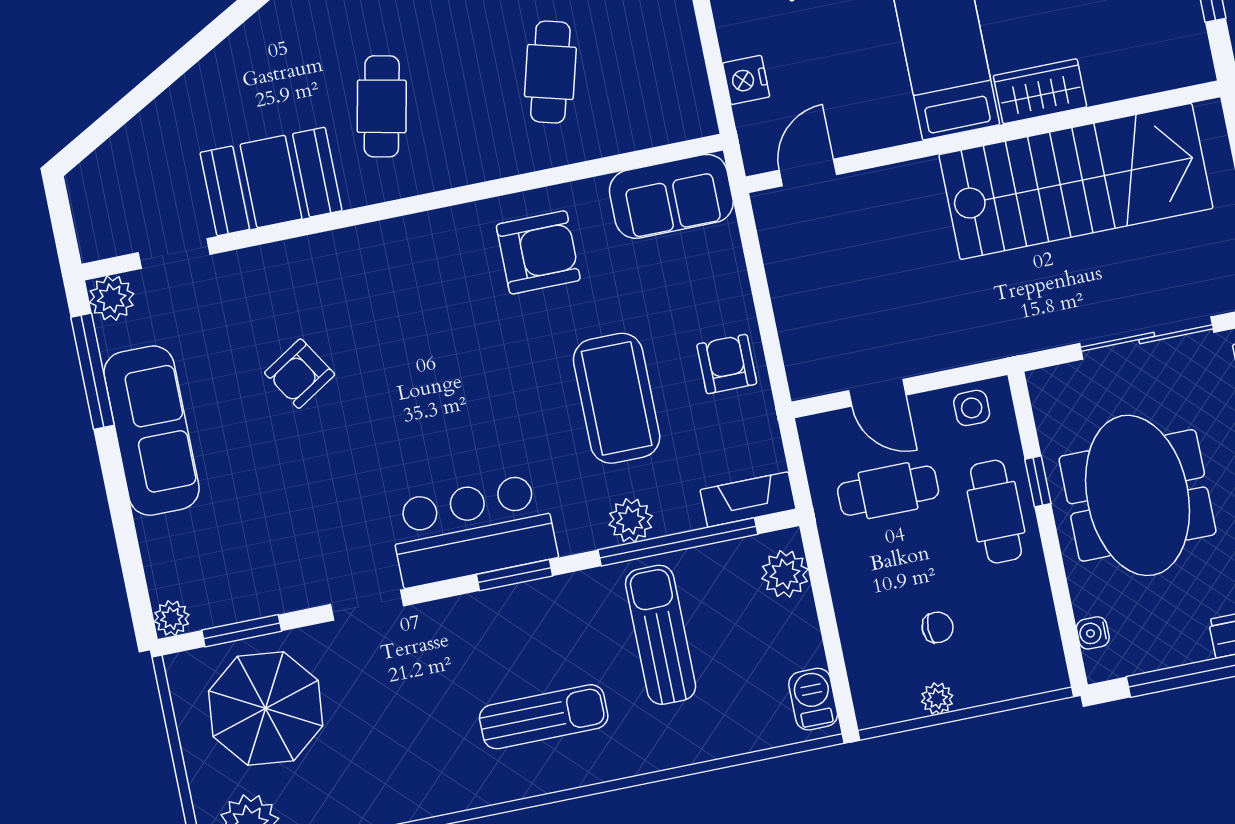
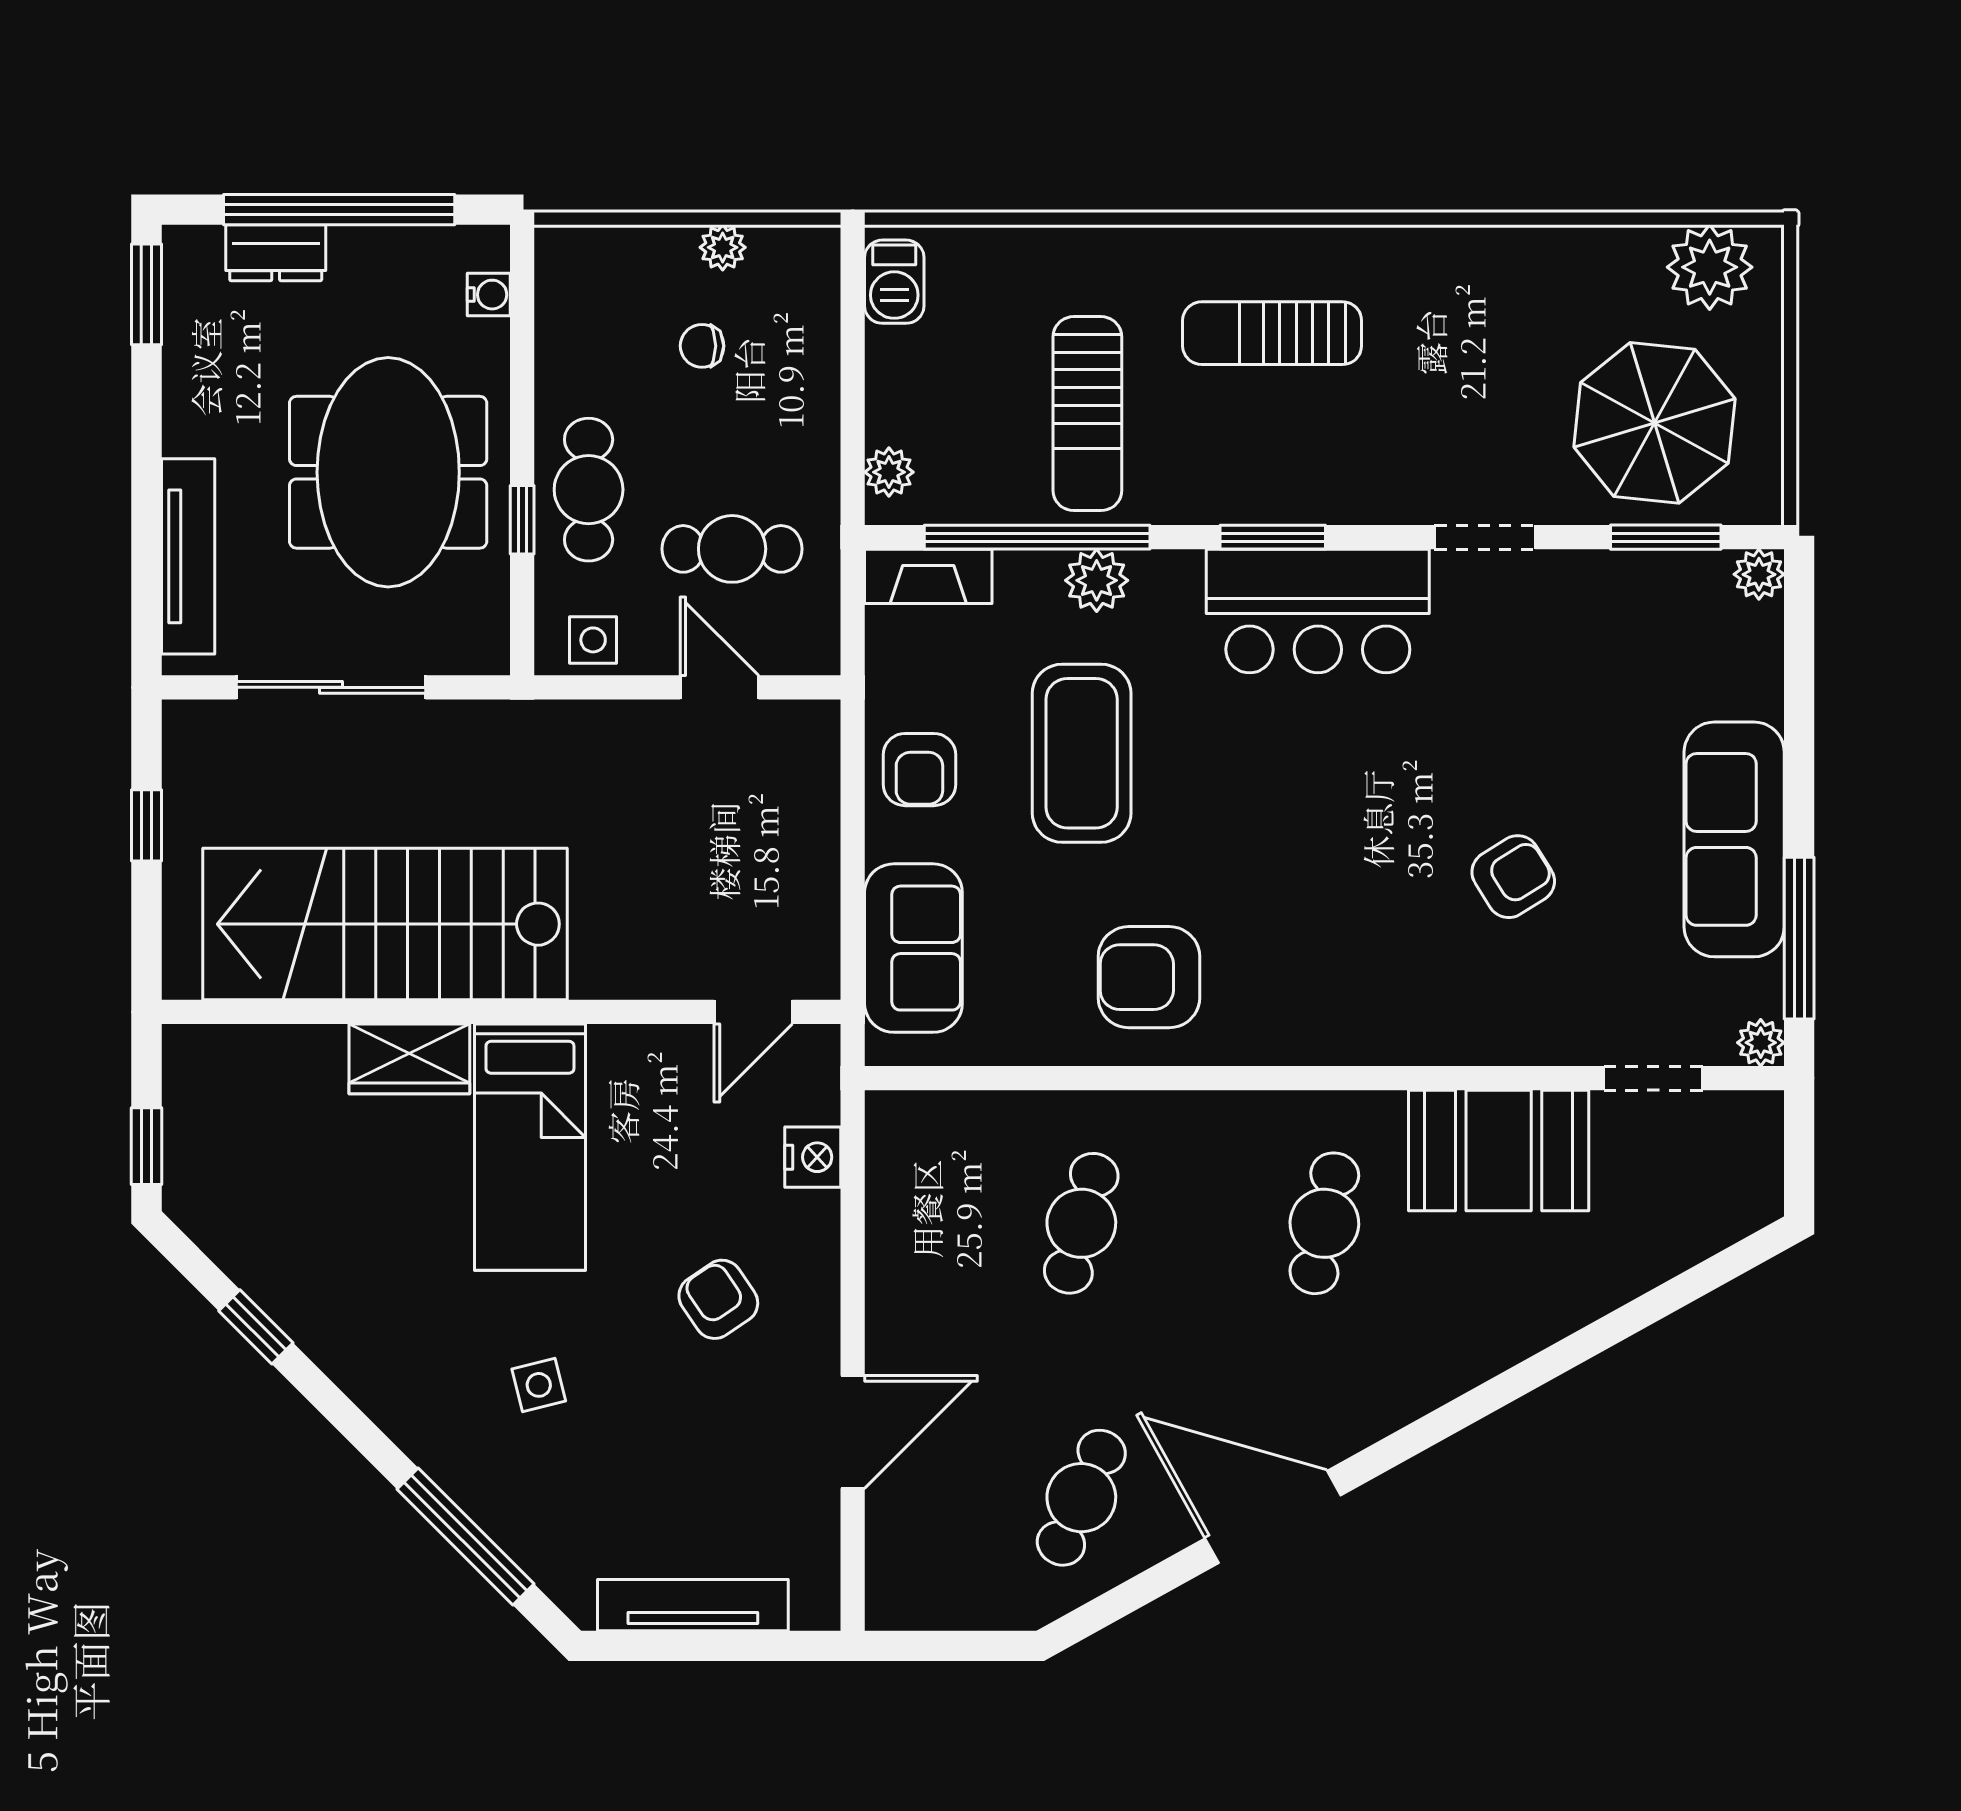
sofa: (671, 196) -> (913, 948), moved, turned 90
plant: (112, 298) -> (1761, 1043), width x0.73, depth x0.73
plant: (785, 574) -> (889, 472), width x0.73, depth x0.73

